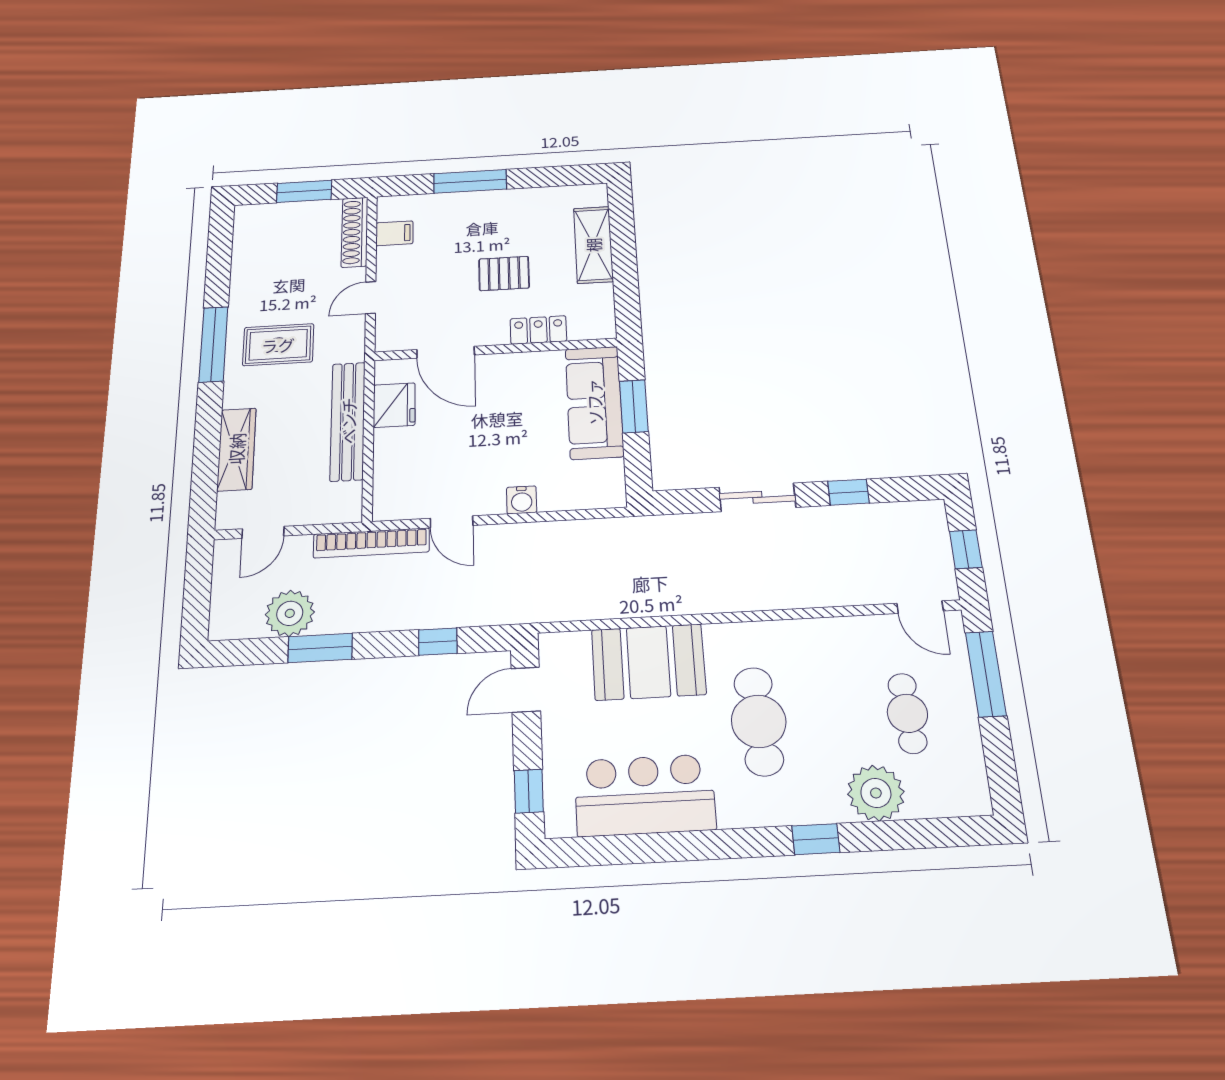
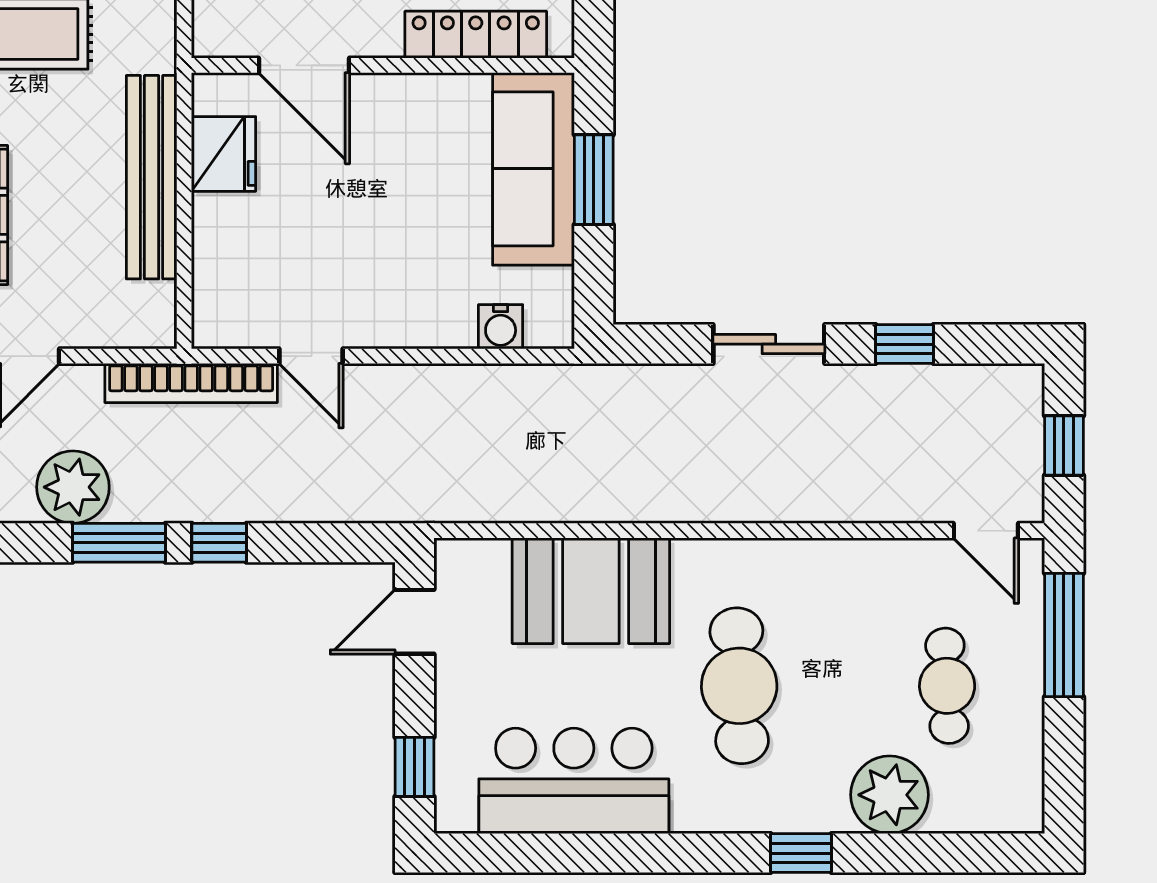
locker: (538, 330) -> (476, 35), width x1.53
water cooler: (522, 500) -> (501, 327), moved
window: (438, 642) -> (219, 543), moved

